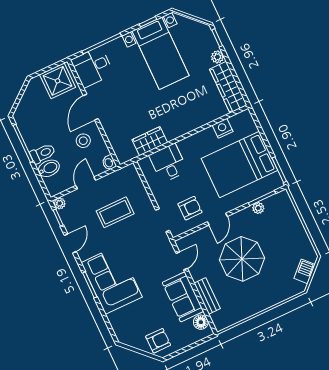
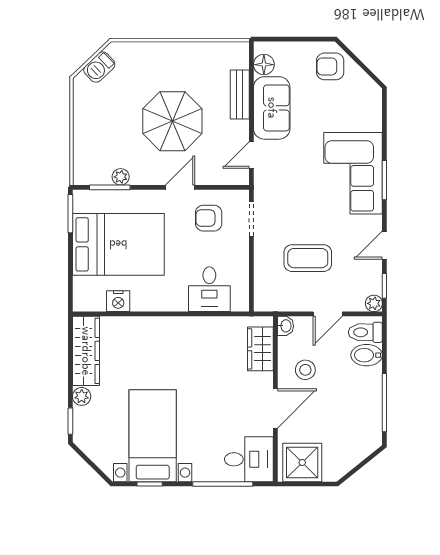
wardrobe: (150, 141) -> (260, 349), moved, turned 90
toilet: (43, 153) -> (365, 332), moved

